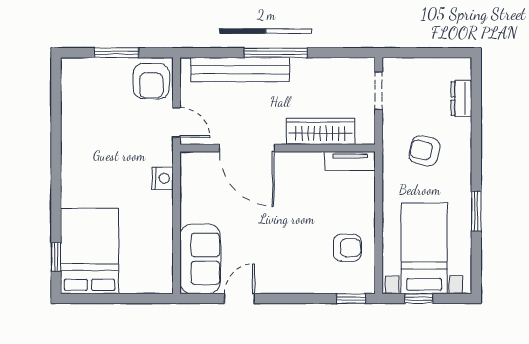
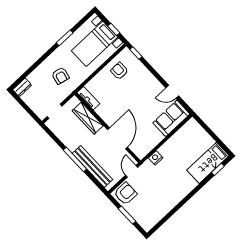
dresser: (461, 98) -> (22, 87), moved
bed: (89, 251) -> (208, 163), width x0.67

